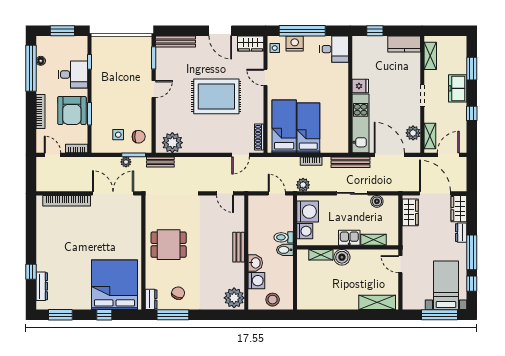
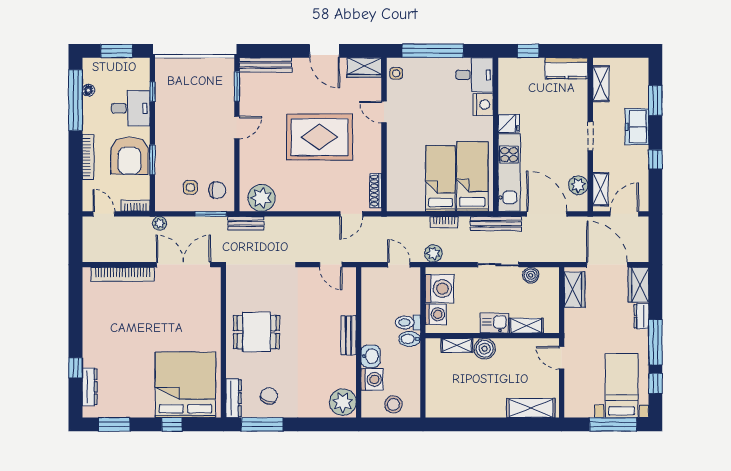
nightstand: (295, 44) -> (483, 105), moved, turned 90
bed: (284, 126) -> (472, 176), moved
plant: (126, 162) -> (160, 223), moved
dresser: (151, 299) -> (234, 398), width x1.44

